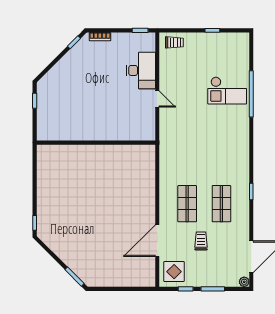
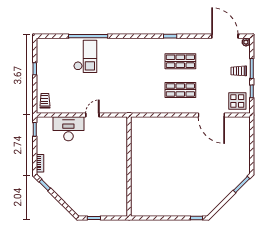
trolley: (201, 241) -> (239, 71), moved

